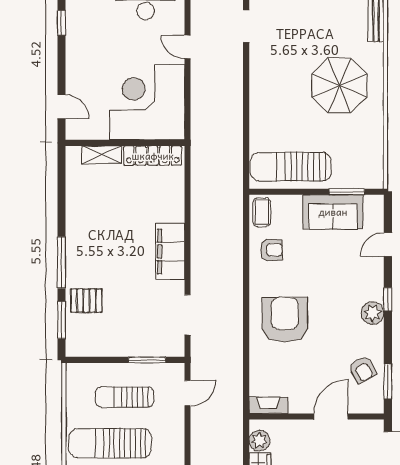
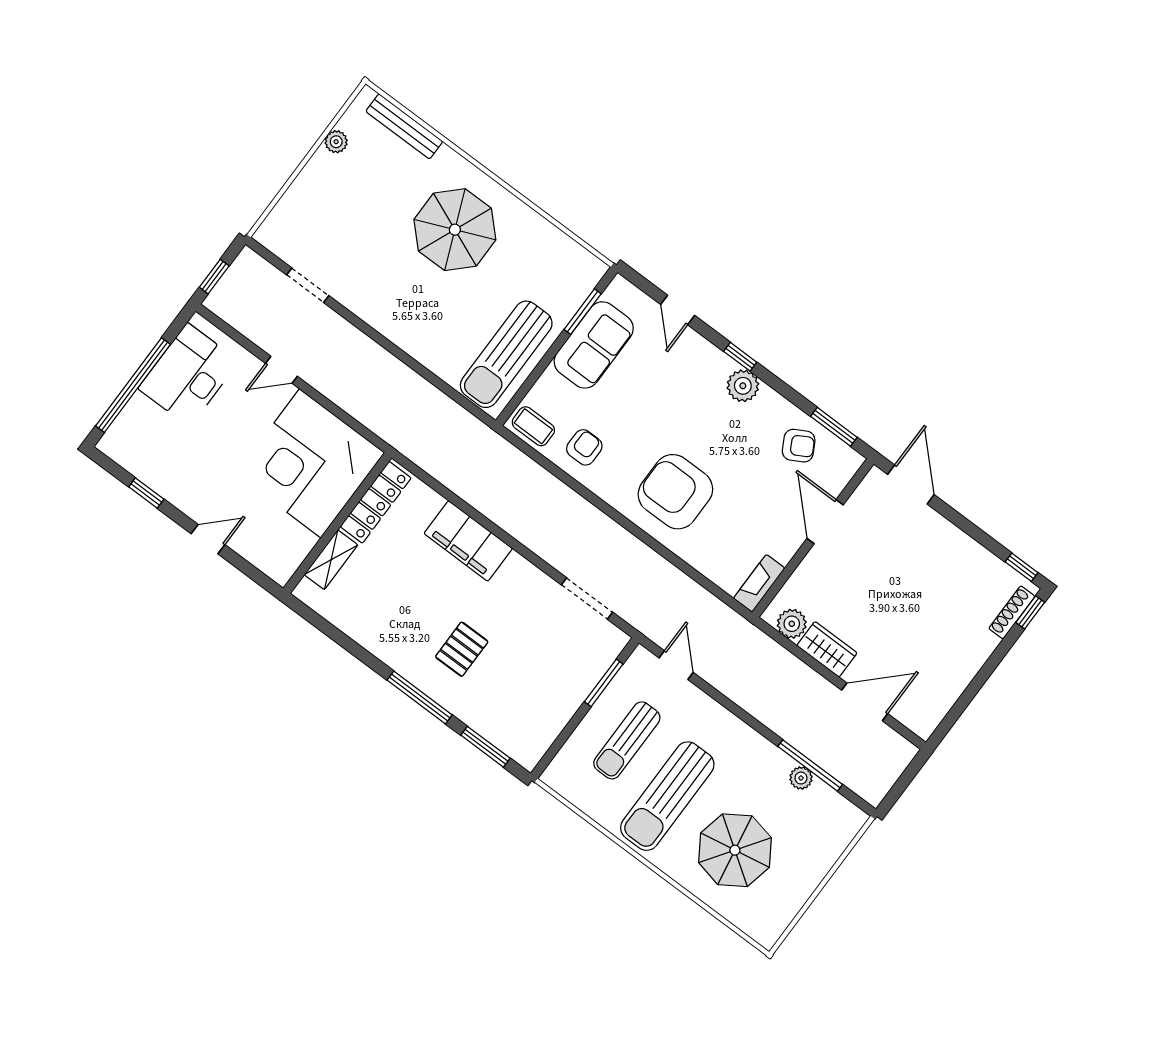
door: (61, 107) -> (208, 539), moved
filing cabinet: (170, 252) -> (468, 541), moved
pallet: (86, 301) -> (462, 649), moved

